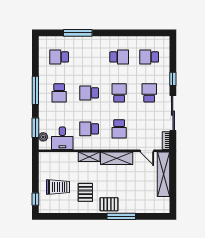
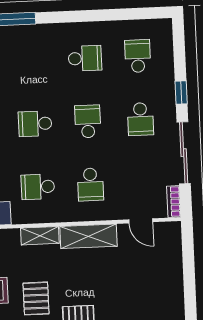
school desk: (149, 57) -> (138, 56), turned 90
school desk: (149, 93) -> (140, 119), turned 180
shelving: (164, 174) -> (172, 261), removed

